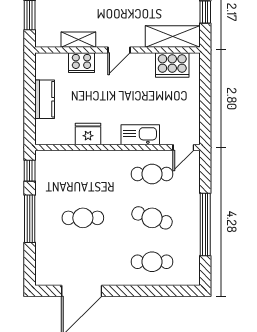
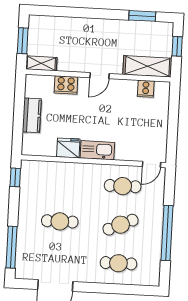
shelving: (78, 40) -> (41, 63), moved
cooker: (172, 65) -> (146, 89), width x0.53, depth x0.76
kitchen sink: (140, 135) -> (97, 150), moved
cafe table: (152, 218) -> (121, 225), turned -42
window: (30, 219) -> (11, 247), moved

